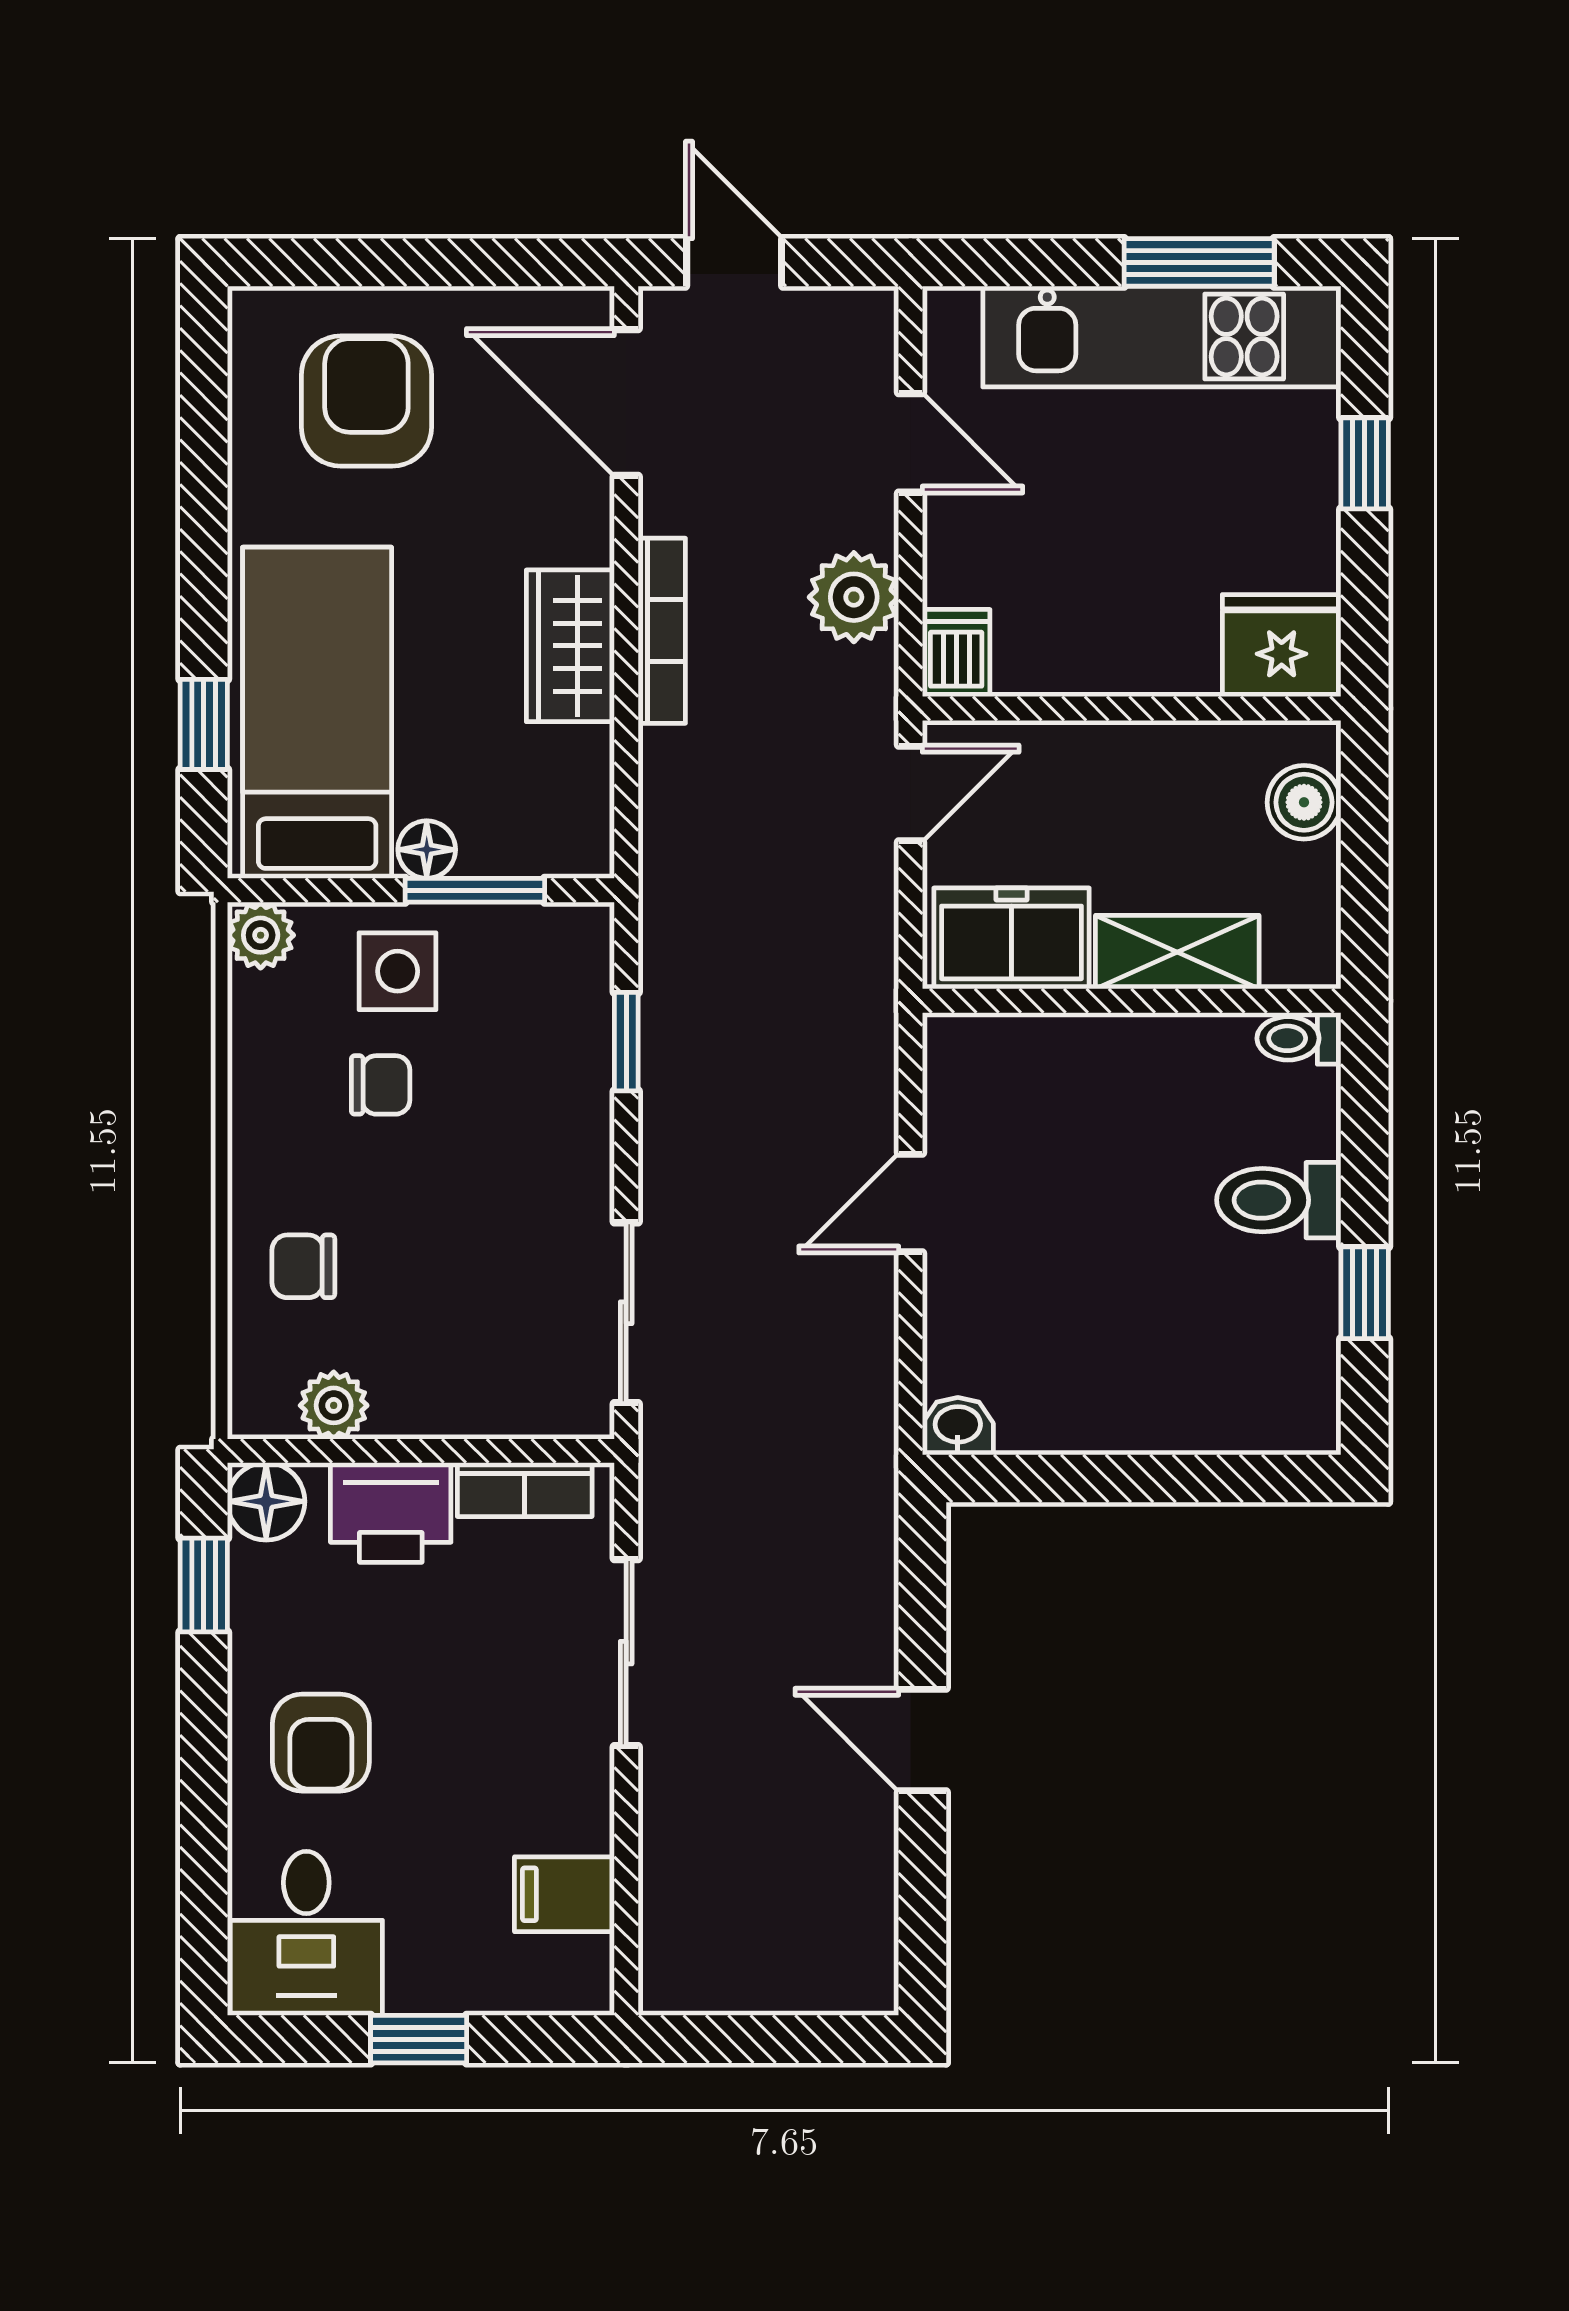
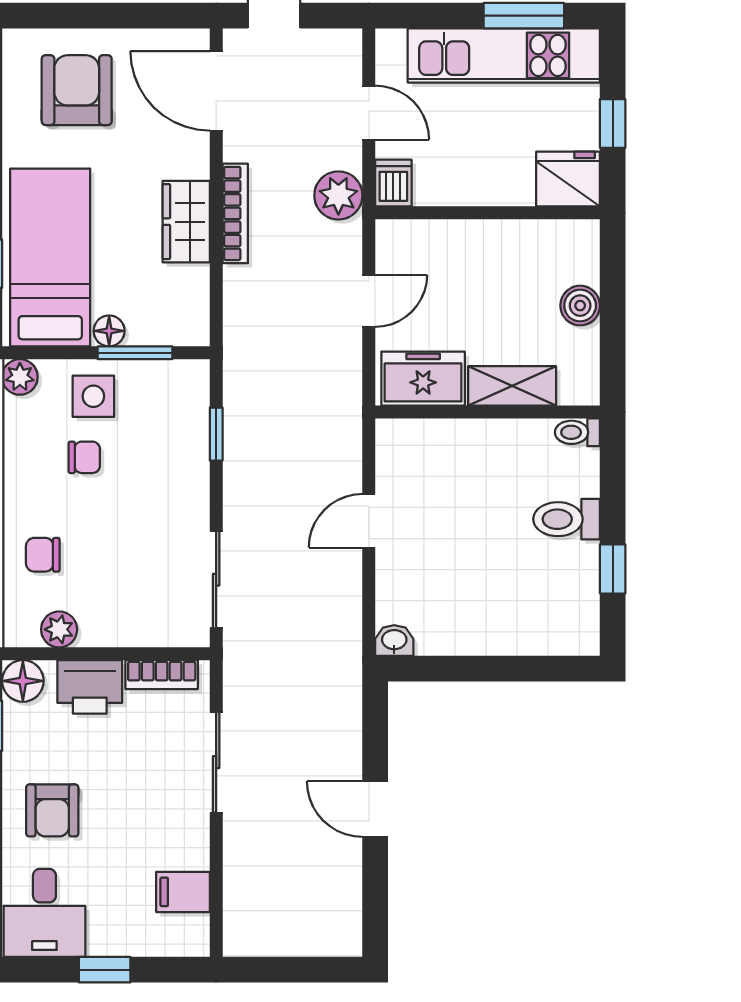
fridge: (1282, 646) -> (568, 179), moved
dishwasher: (956, 653) -> (393, 183), moved
wall: (1132, 709) -> (488, 213), moved

